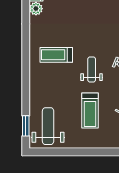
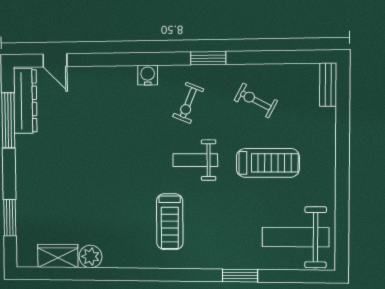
window: (26, 126) -> (240, 276), moved

